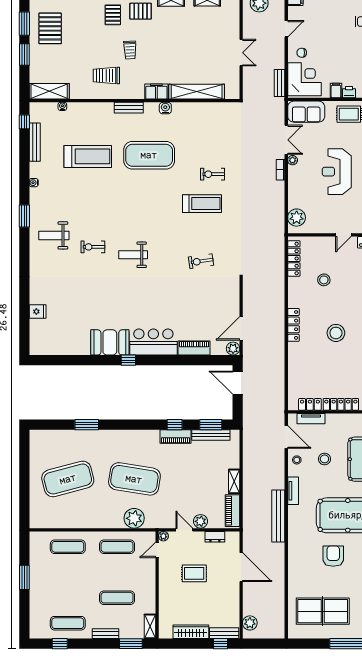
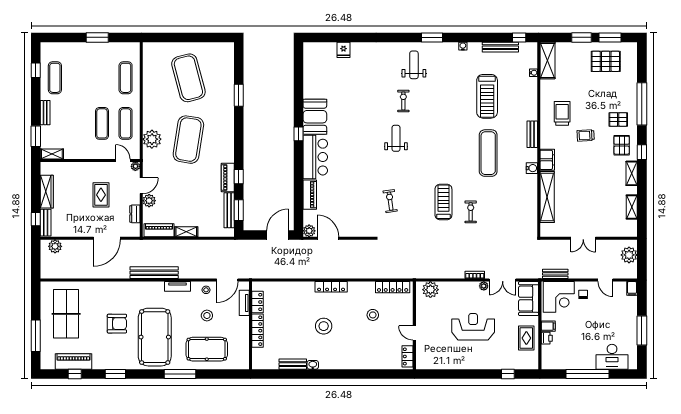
exercise mat: (149, 155) -> (488, 153), width x0.68
treadmill: (202, 204) -> (443, 202), turned 180
exercise mat: (117, 598) -> (102, 123), moved

